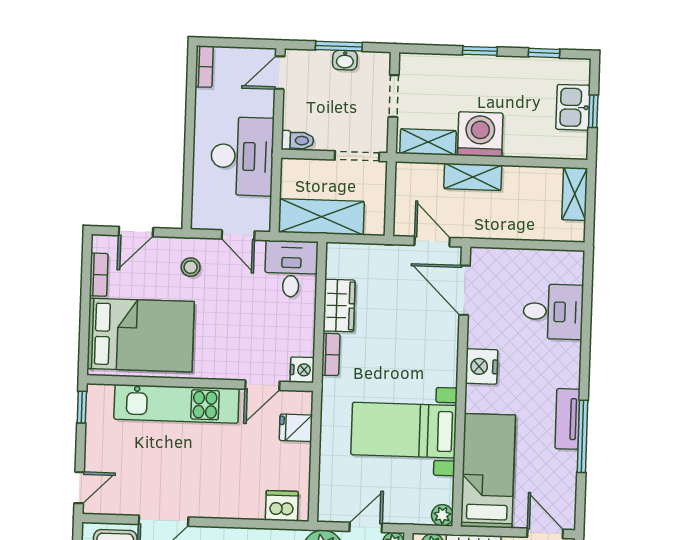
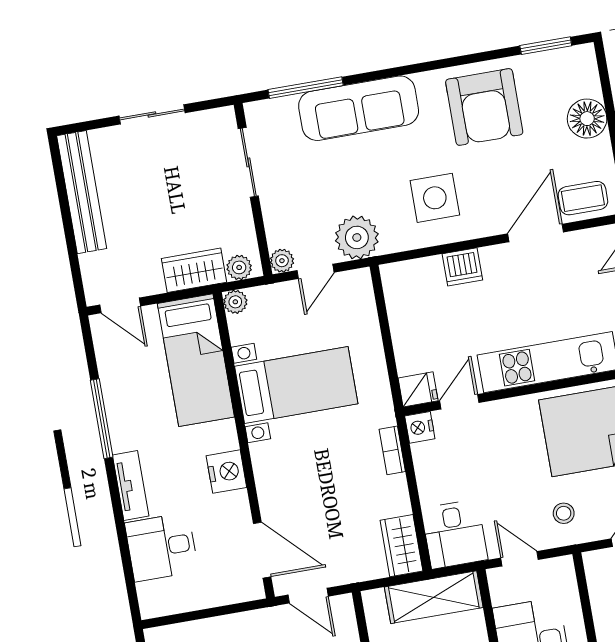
wardrobe: (339, 306) -> (401, 546), moved
tv unit: (567, 419) -> (131, 485), moved
fridge: (296, 428) -> (418, 389), moved
dishwasher: (282, 506) -> (462, 267), moved

